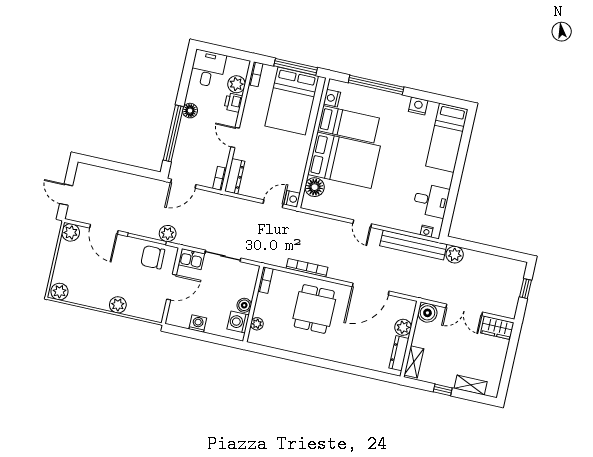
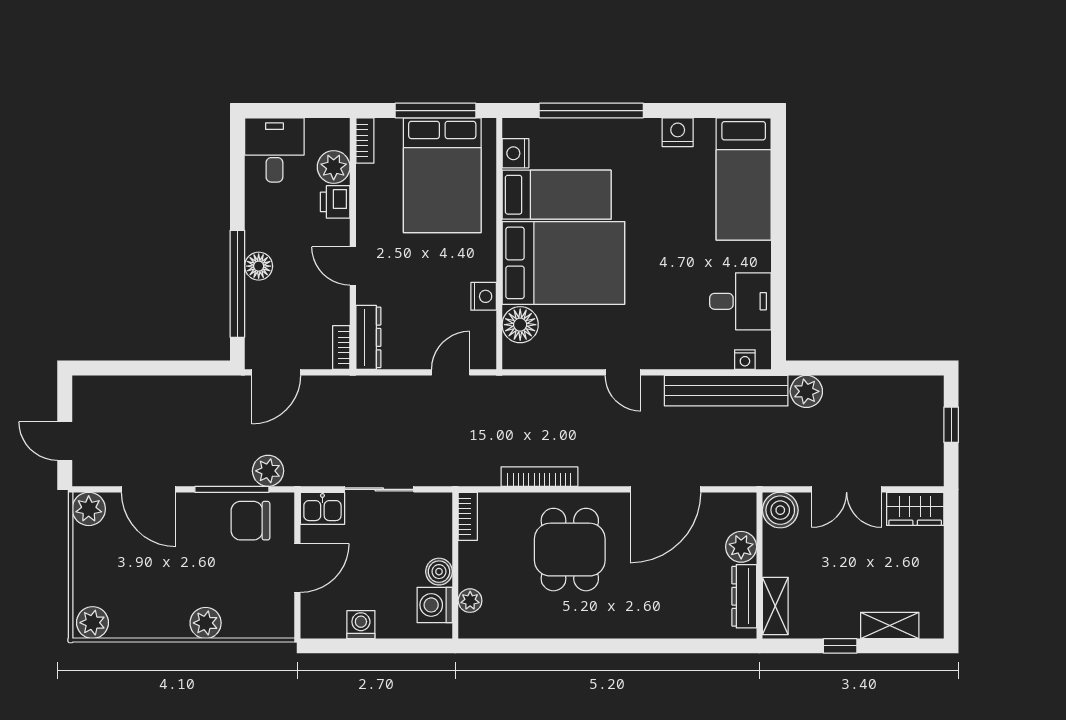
floor lamp: (190, 111) -> (259, 266), moved
nightstand: (292, 199) -> (484, 296), moved

